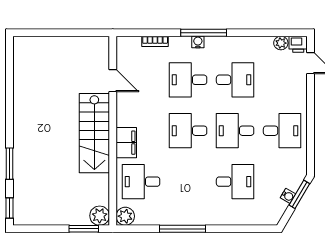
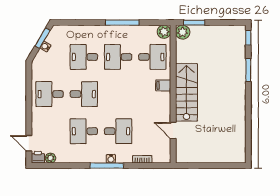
desk: (188, 131) -> (118, 57), moved, turned 180
filing cabinet: (126, 143) -> (163, 85), width x0.50
window: (299, 194) -> (43, 38), moved

